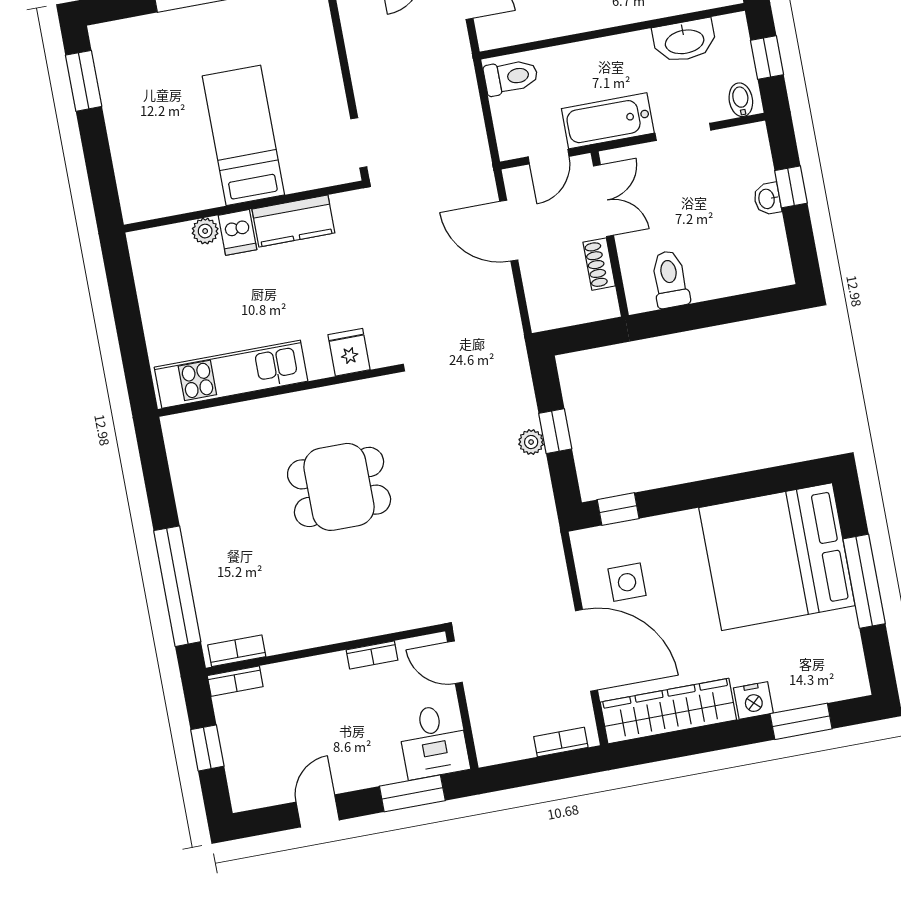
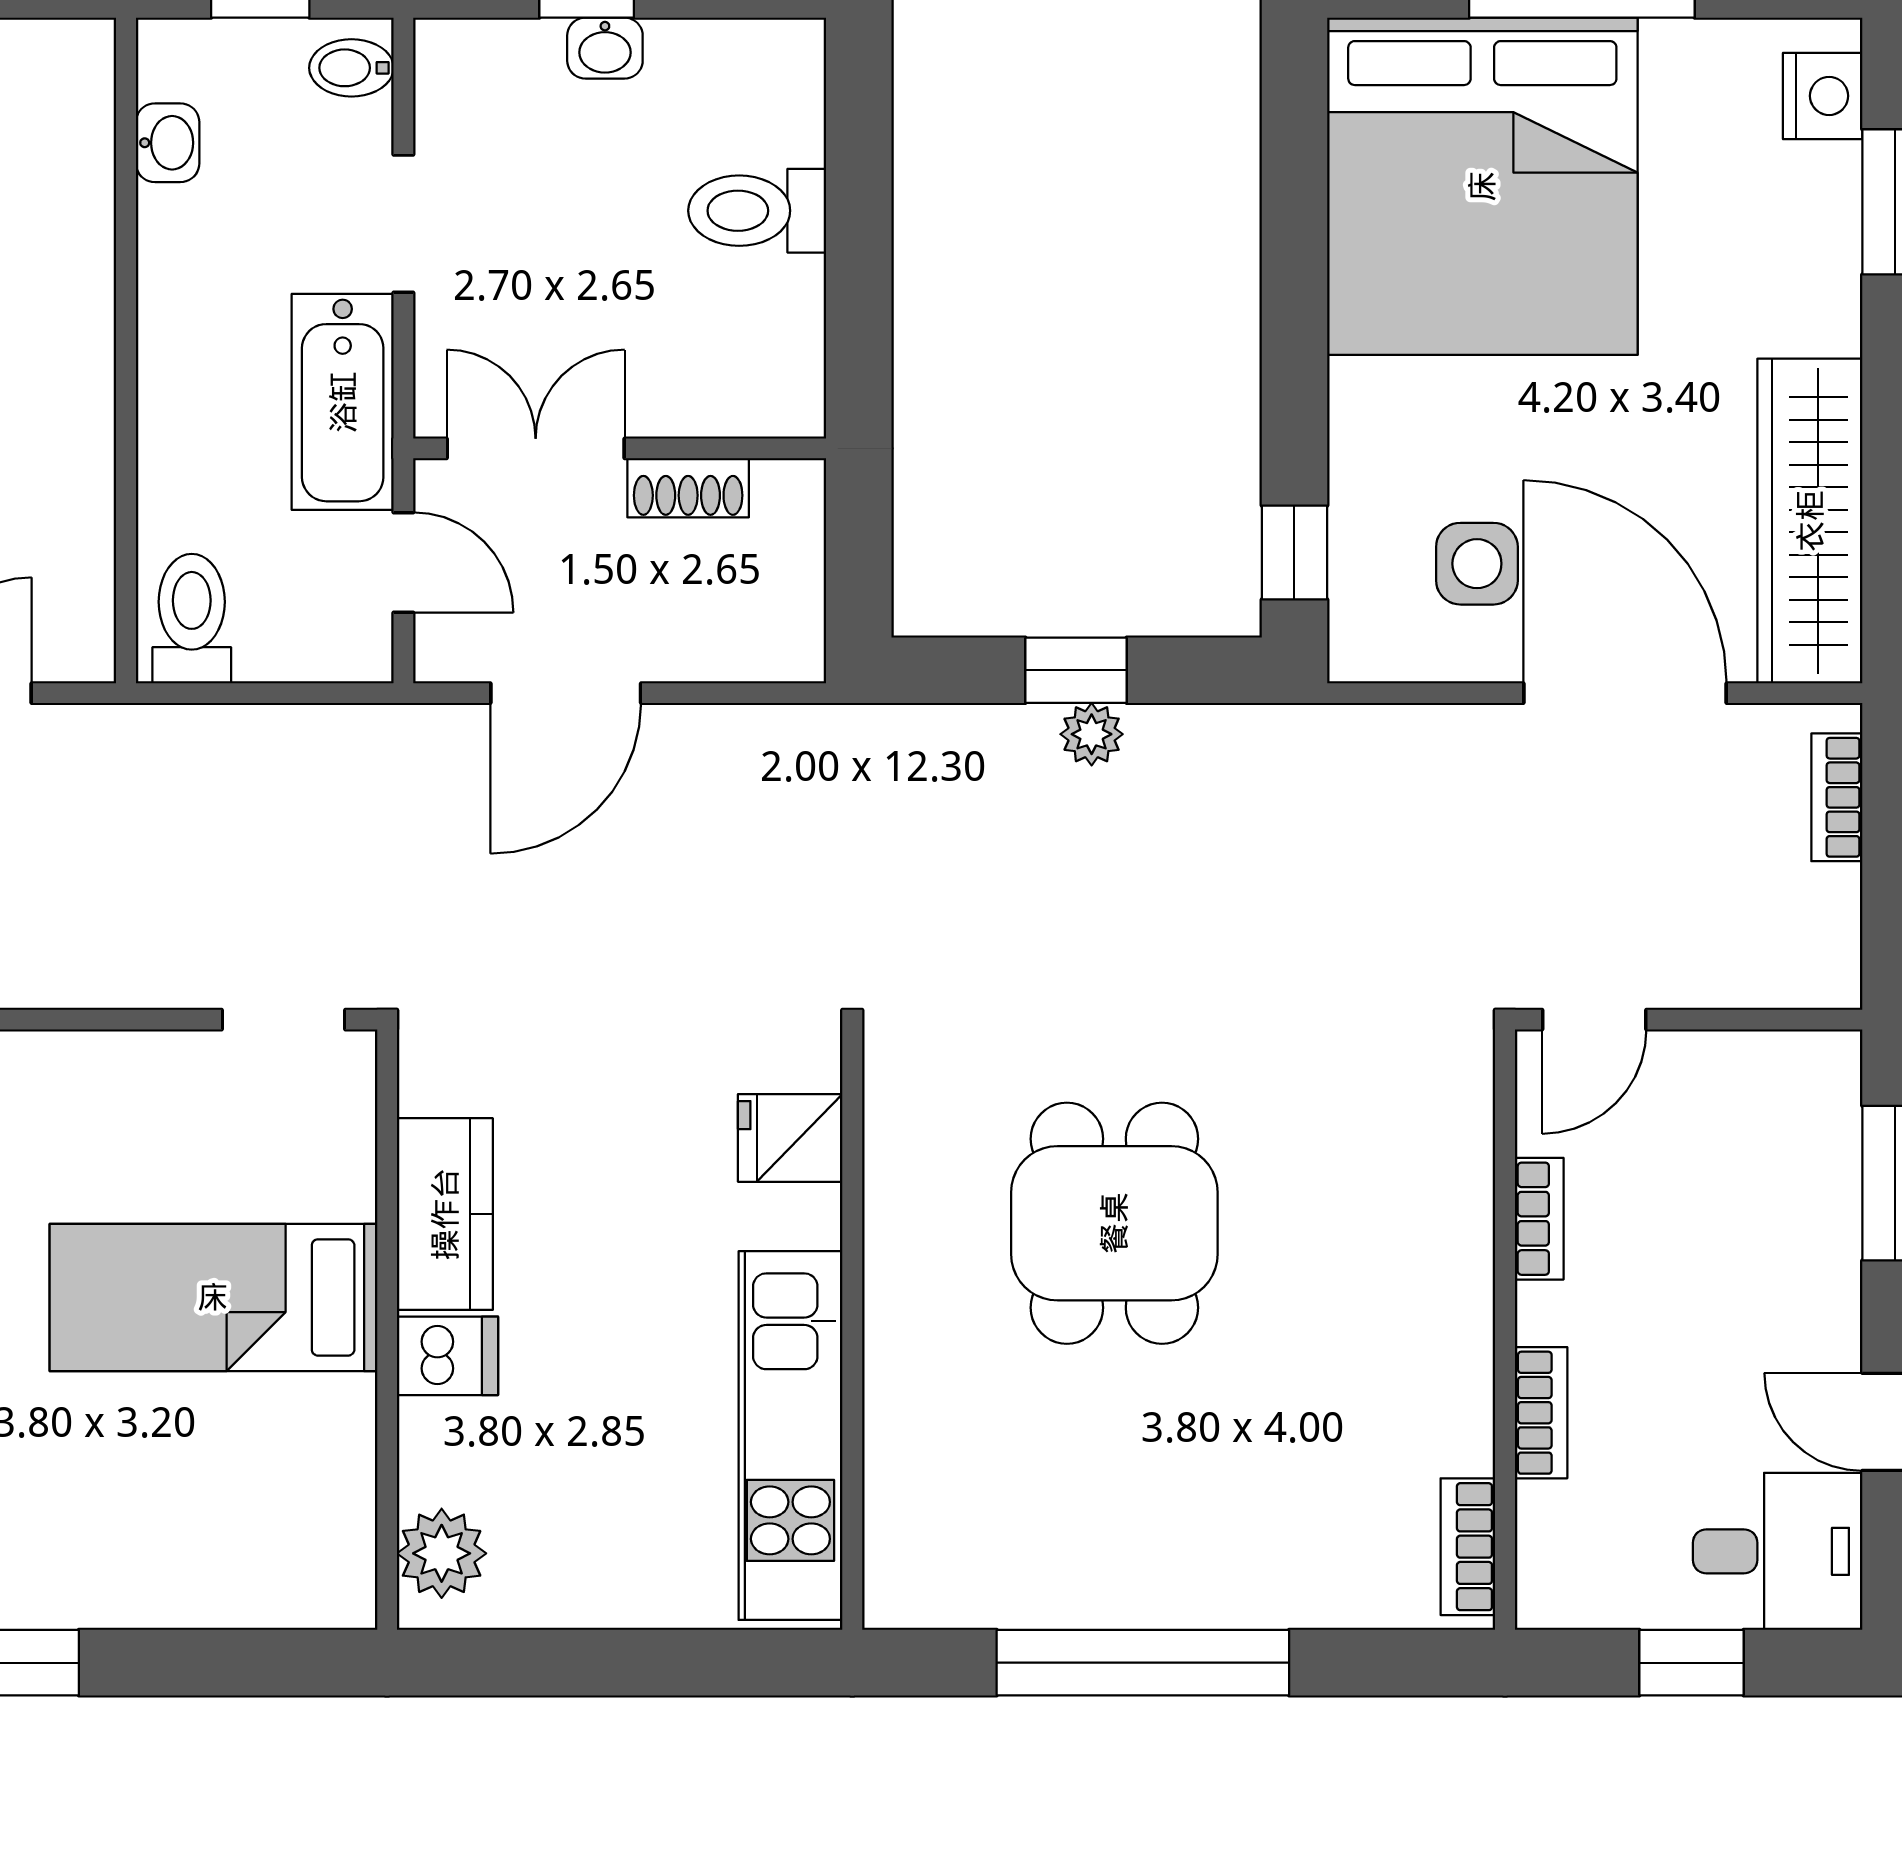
washbasin: (684, 41) -> (168, 143), width x0.52, depth x0.69
plant: (205, 231) -> (442, 1553), moved, width x1.38, depth x1.38
toilet: (670, 279) -> (757, 211), moved
window: (177, 586) -> (1143, 1663), moved
door: (587, 650) -> (1625, 693), hinge flipped
bookcase: (235, 681) -> (1541, 1413), moved
nightstand: (753, 701) -> (1823, 96), moved
desk: (433, 741) -> (1778, 1551), moved

